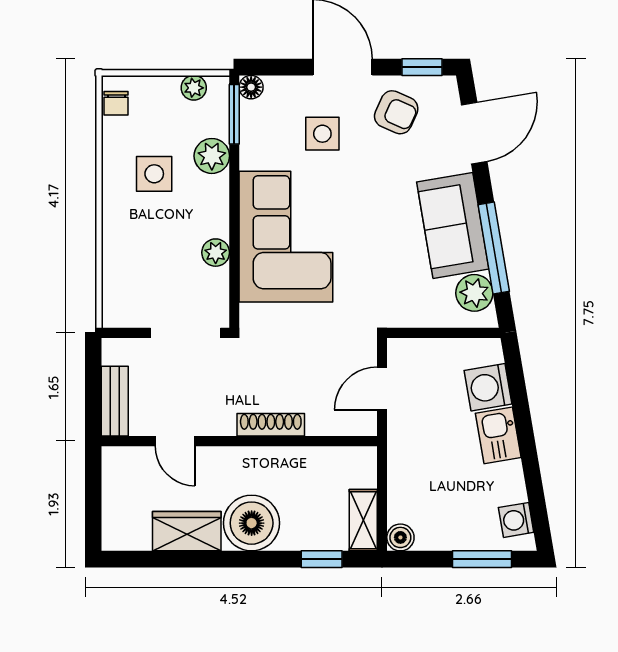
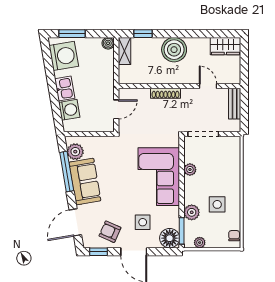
floor lamp: (251, 87) -> (170, 238), width x1.89, depth x1.89
washing machine: (516, 520) -> (64, 56), width x1.89, depth x1.89
wardrobe: (187, 531) -> (225, 46), moved

